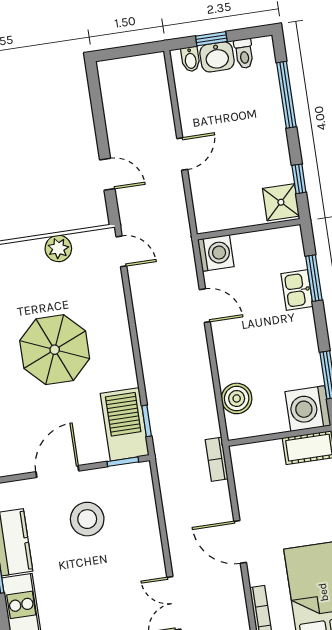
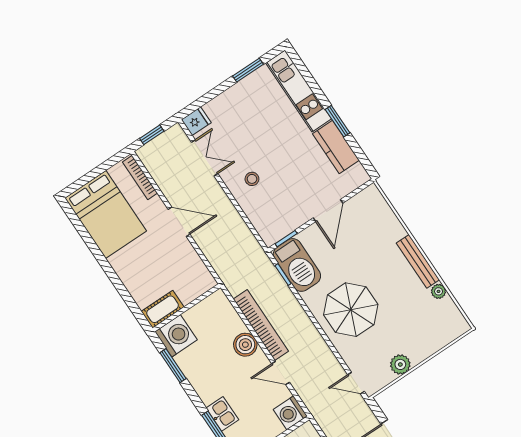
parasol: (55, 350) -> (351, 310), moved
boiler: (237, 398) -> (245, 345), moved
bookcase: (217, 459) -> (261, 325), moved, width x2.31, depth x1.31
stool: (87, 519) -> (252, 179), moved, width x0.53, depth x0.53

